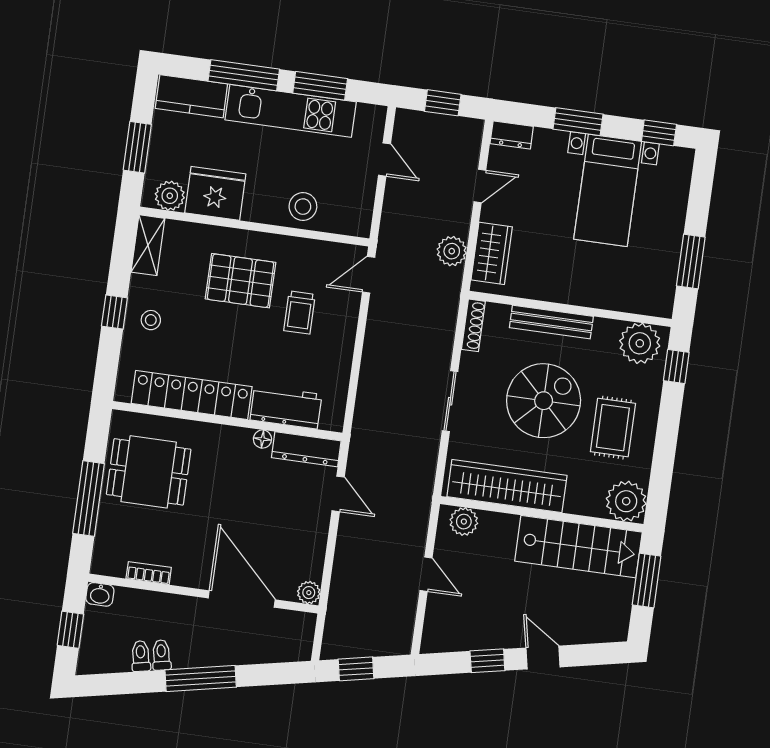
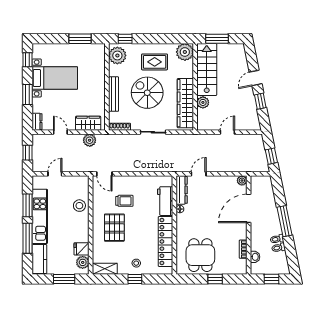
fridge: (215, 193) -> (82, 249), width x0.53, depth x0.75
window: (89, 499) -> (215, 279), width x0.46
plant: (464, 522) -> (203, 102), moved
washbasin: (100, 594) -> (255, 257), moved

